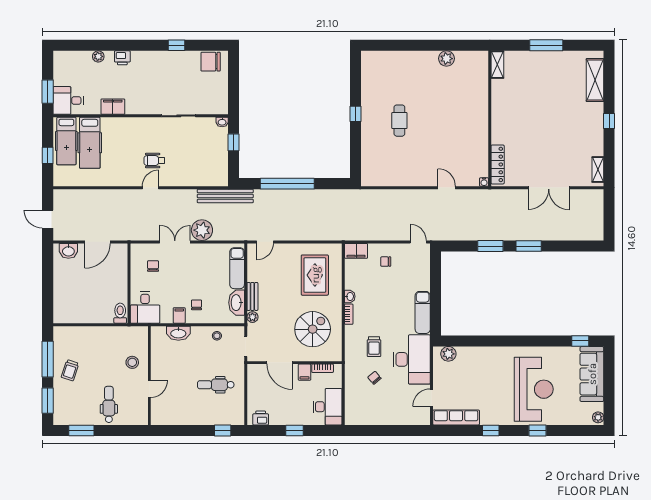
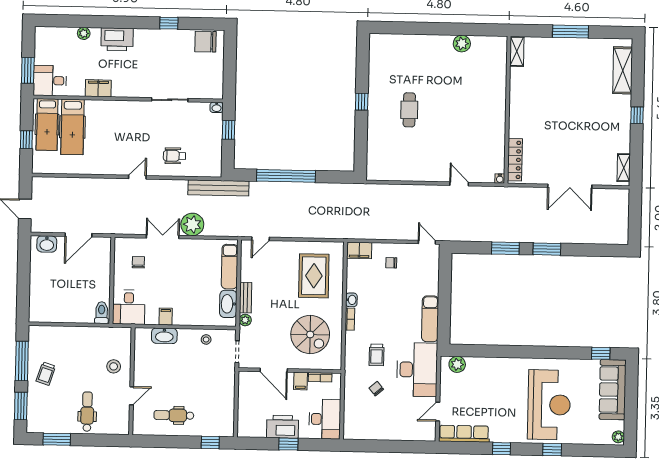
printer: (122, 58) -> (117, 39), width x1.87, depth x1.48
wheelchair: (154, 161) -> (175, 156), moved
chair: (197, 305) -> (185, 305), removed
spiral stairs: (313, 329) -> (310, 335), turned 90
dental chair: (216, 385) -> (174, 415), moved
printer: (261, 418) -> (283, 427), moved, width x1.87, depth x1.48

